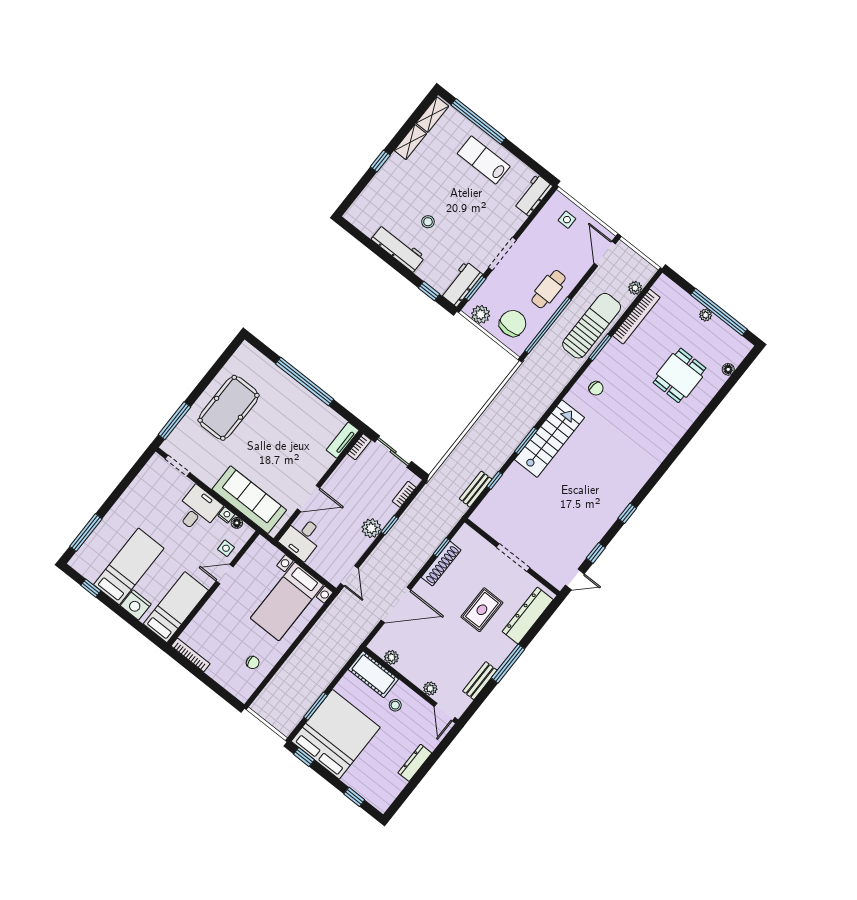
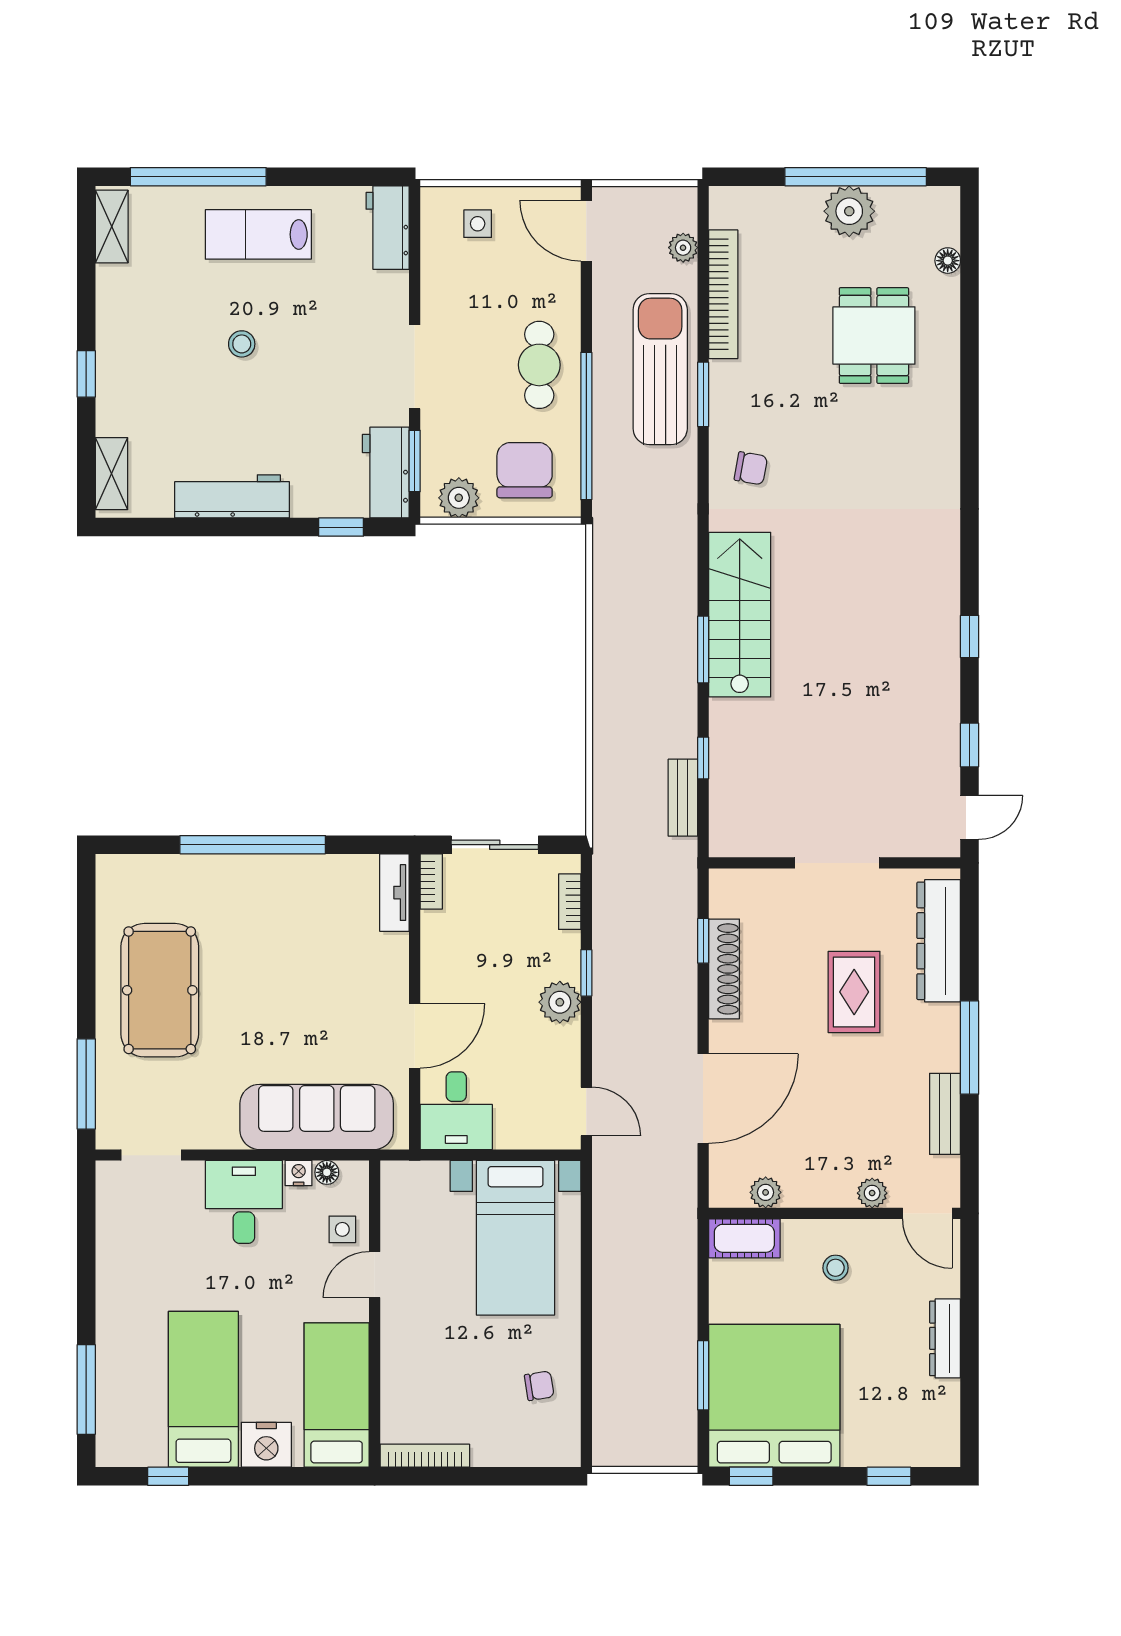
shelving: (410, 142) -> (111, 474), moved
stool: (428, 222) -> (242, 344), moved
plant: (706, 315) -> (849, 211), width x1.88, depth x1.88
cot: (373, 674) -> (744, 1238), width x0.73, depth x0.75

